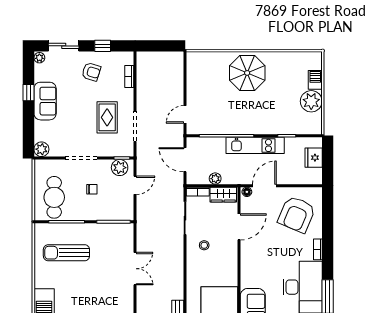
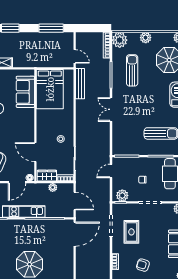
door: (185, 114) -> (75, 234), width x1.87
door: (135, 185) -> (111, 171), moved
door: (239, 227) -> (35, 152), hinge flipped
double door: (135, 269) -> (111, 109), moved

